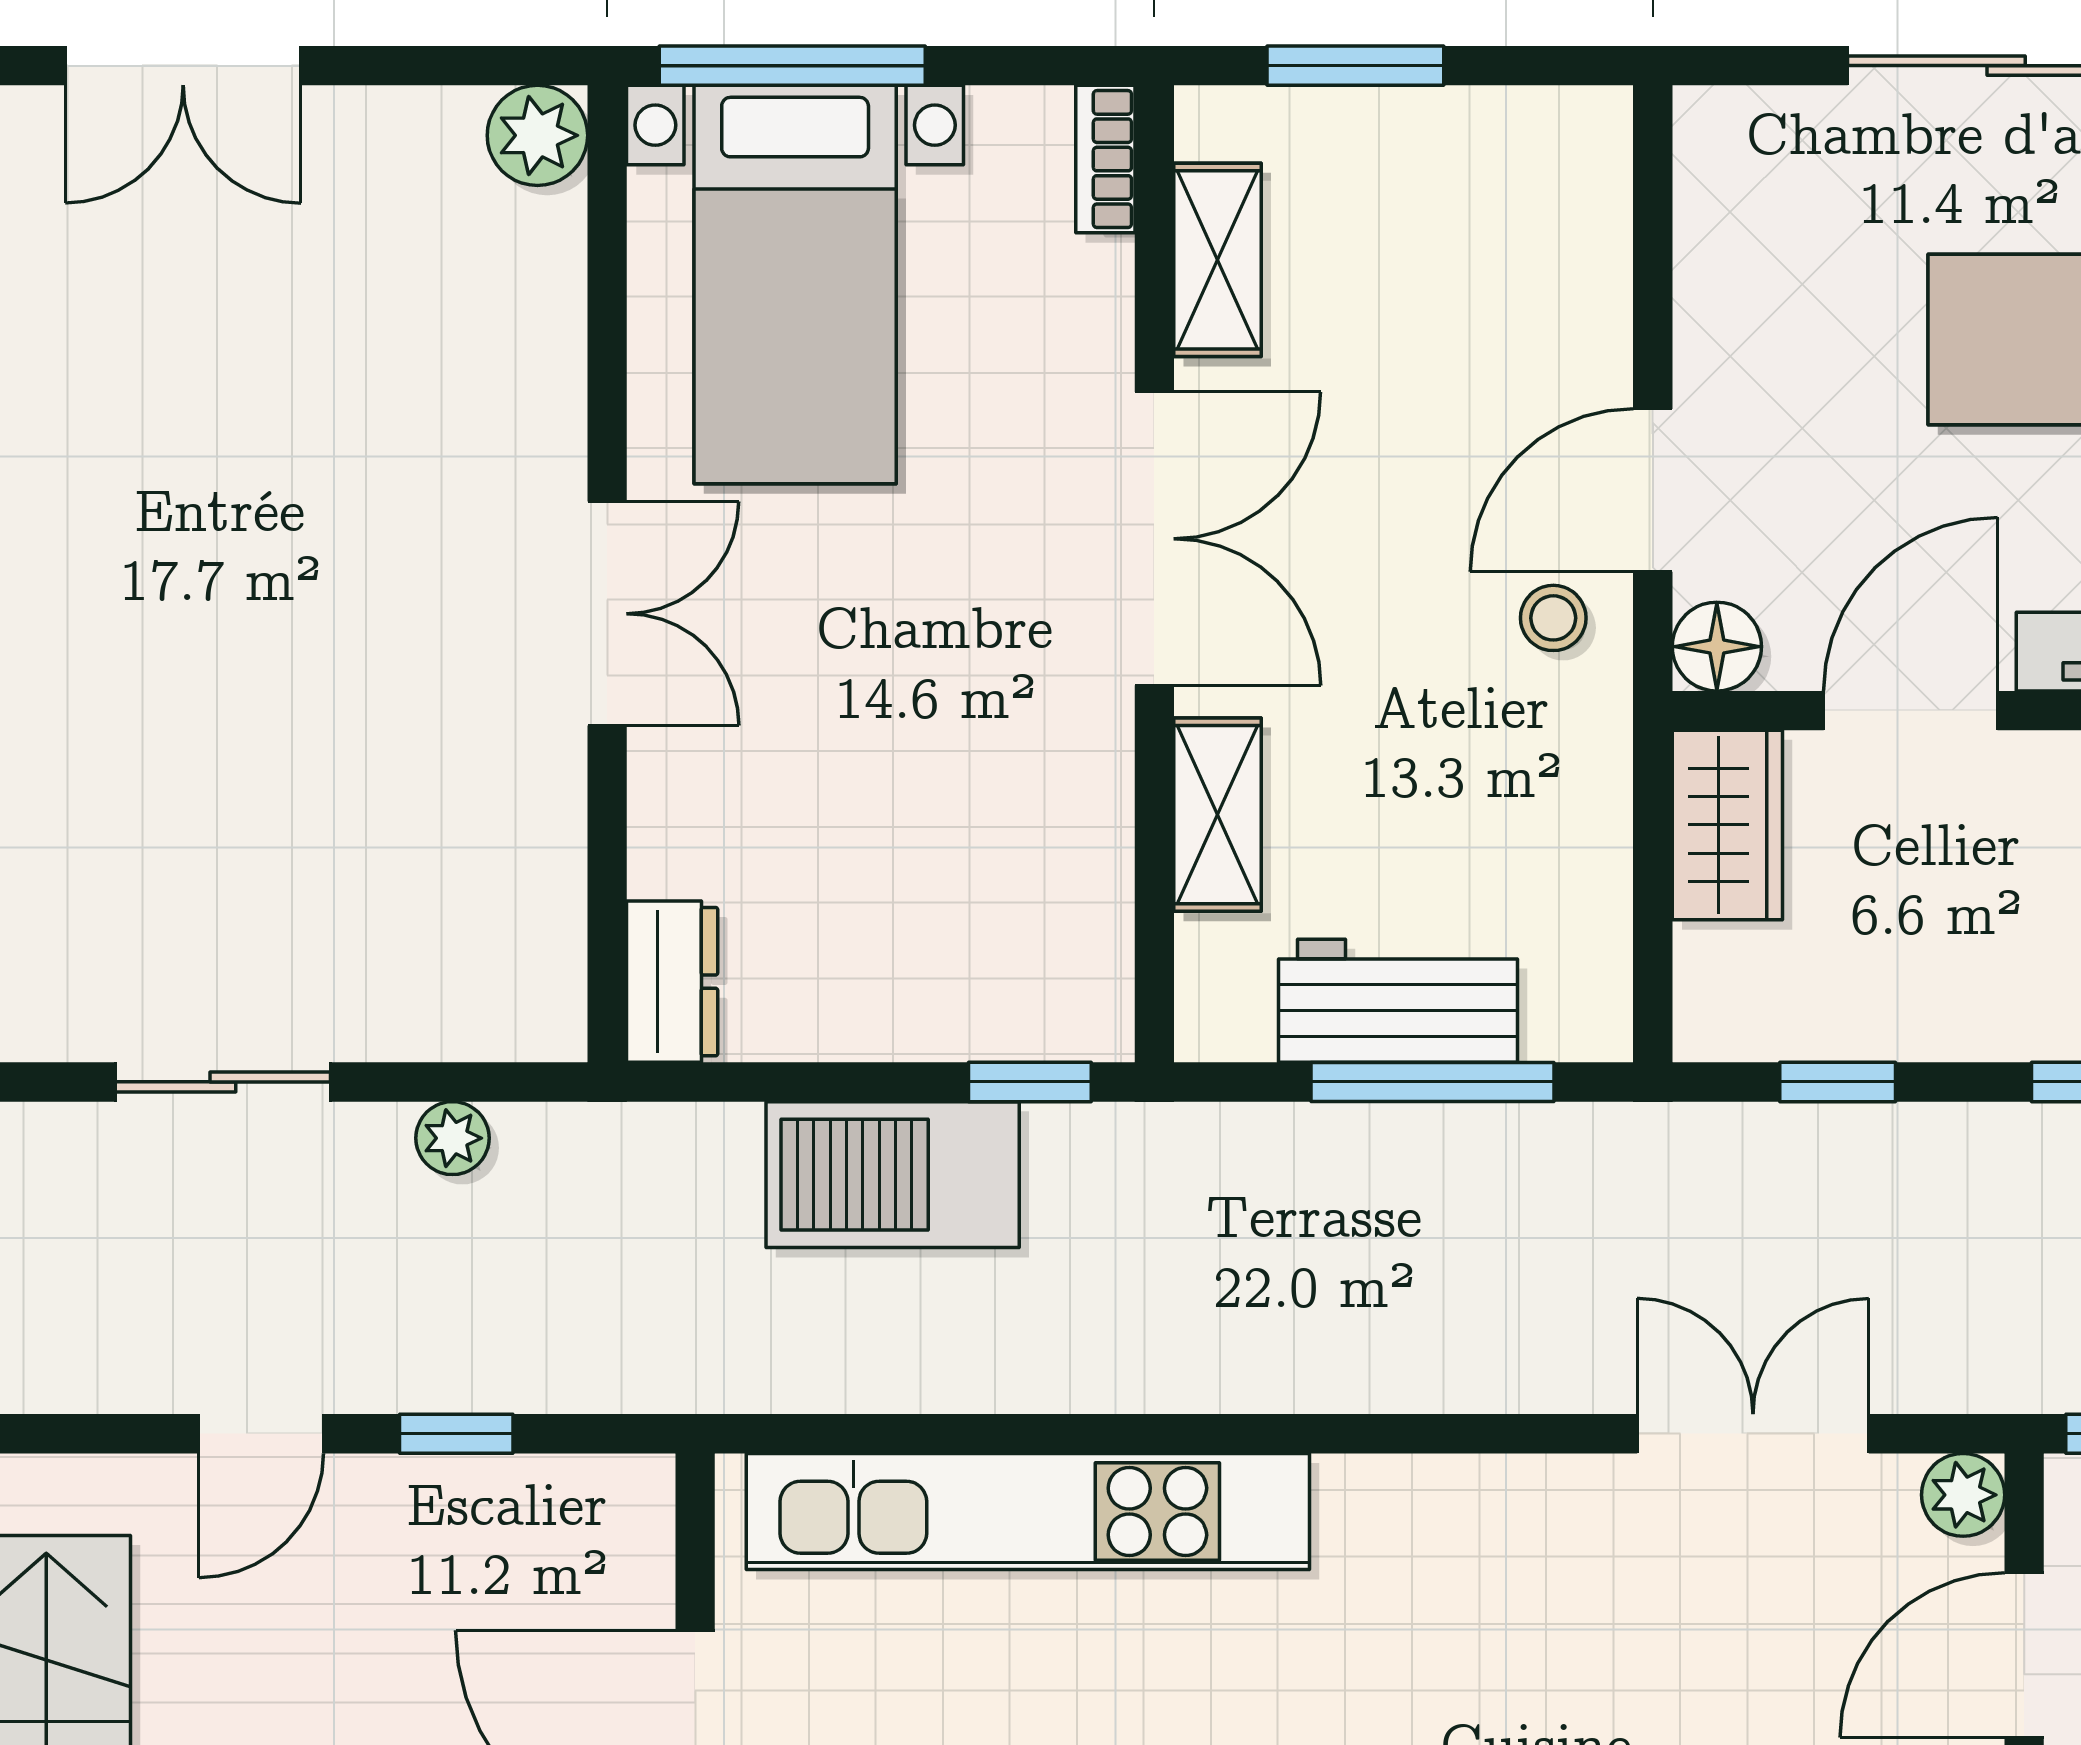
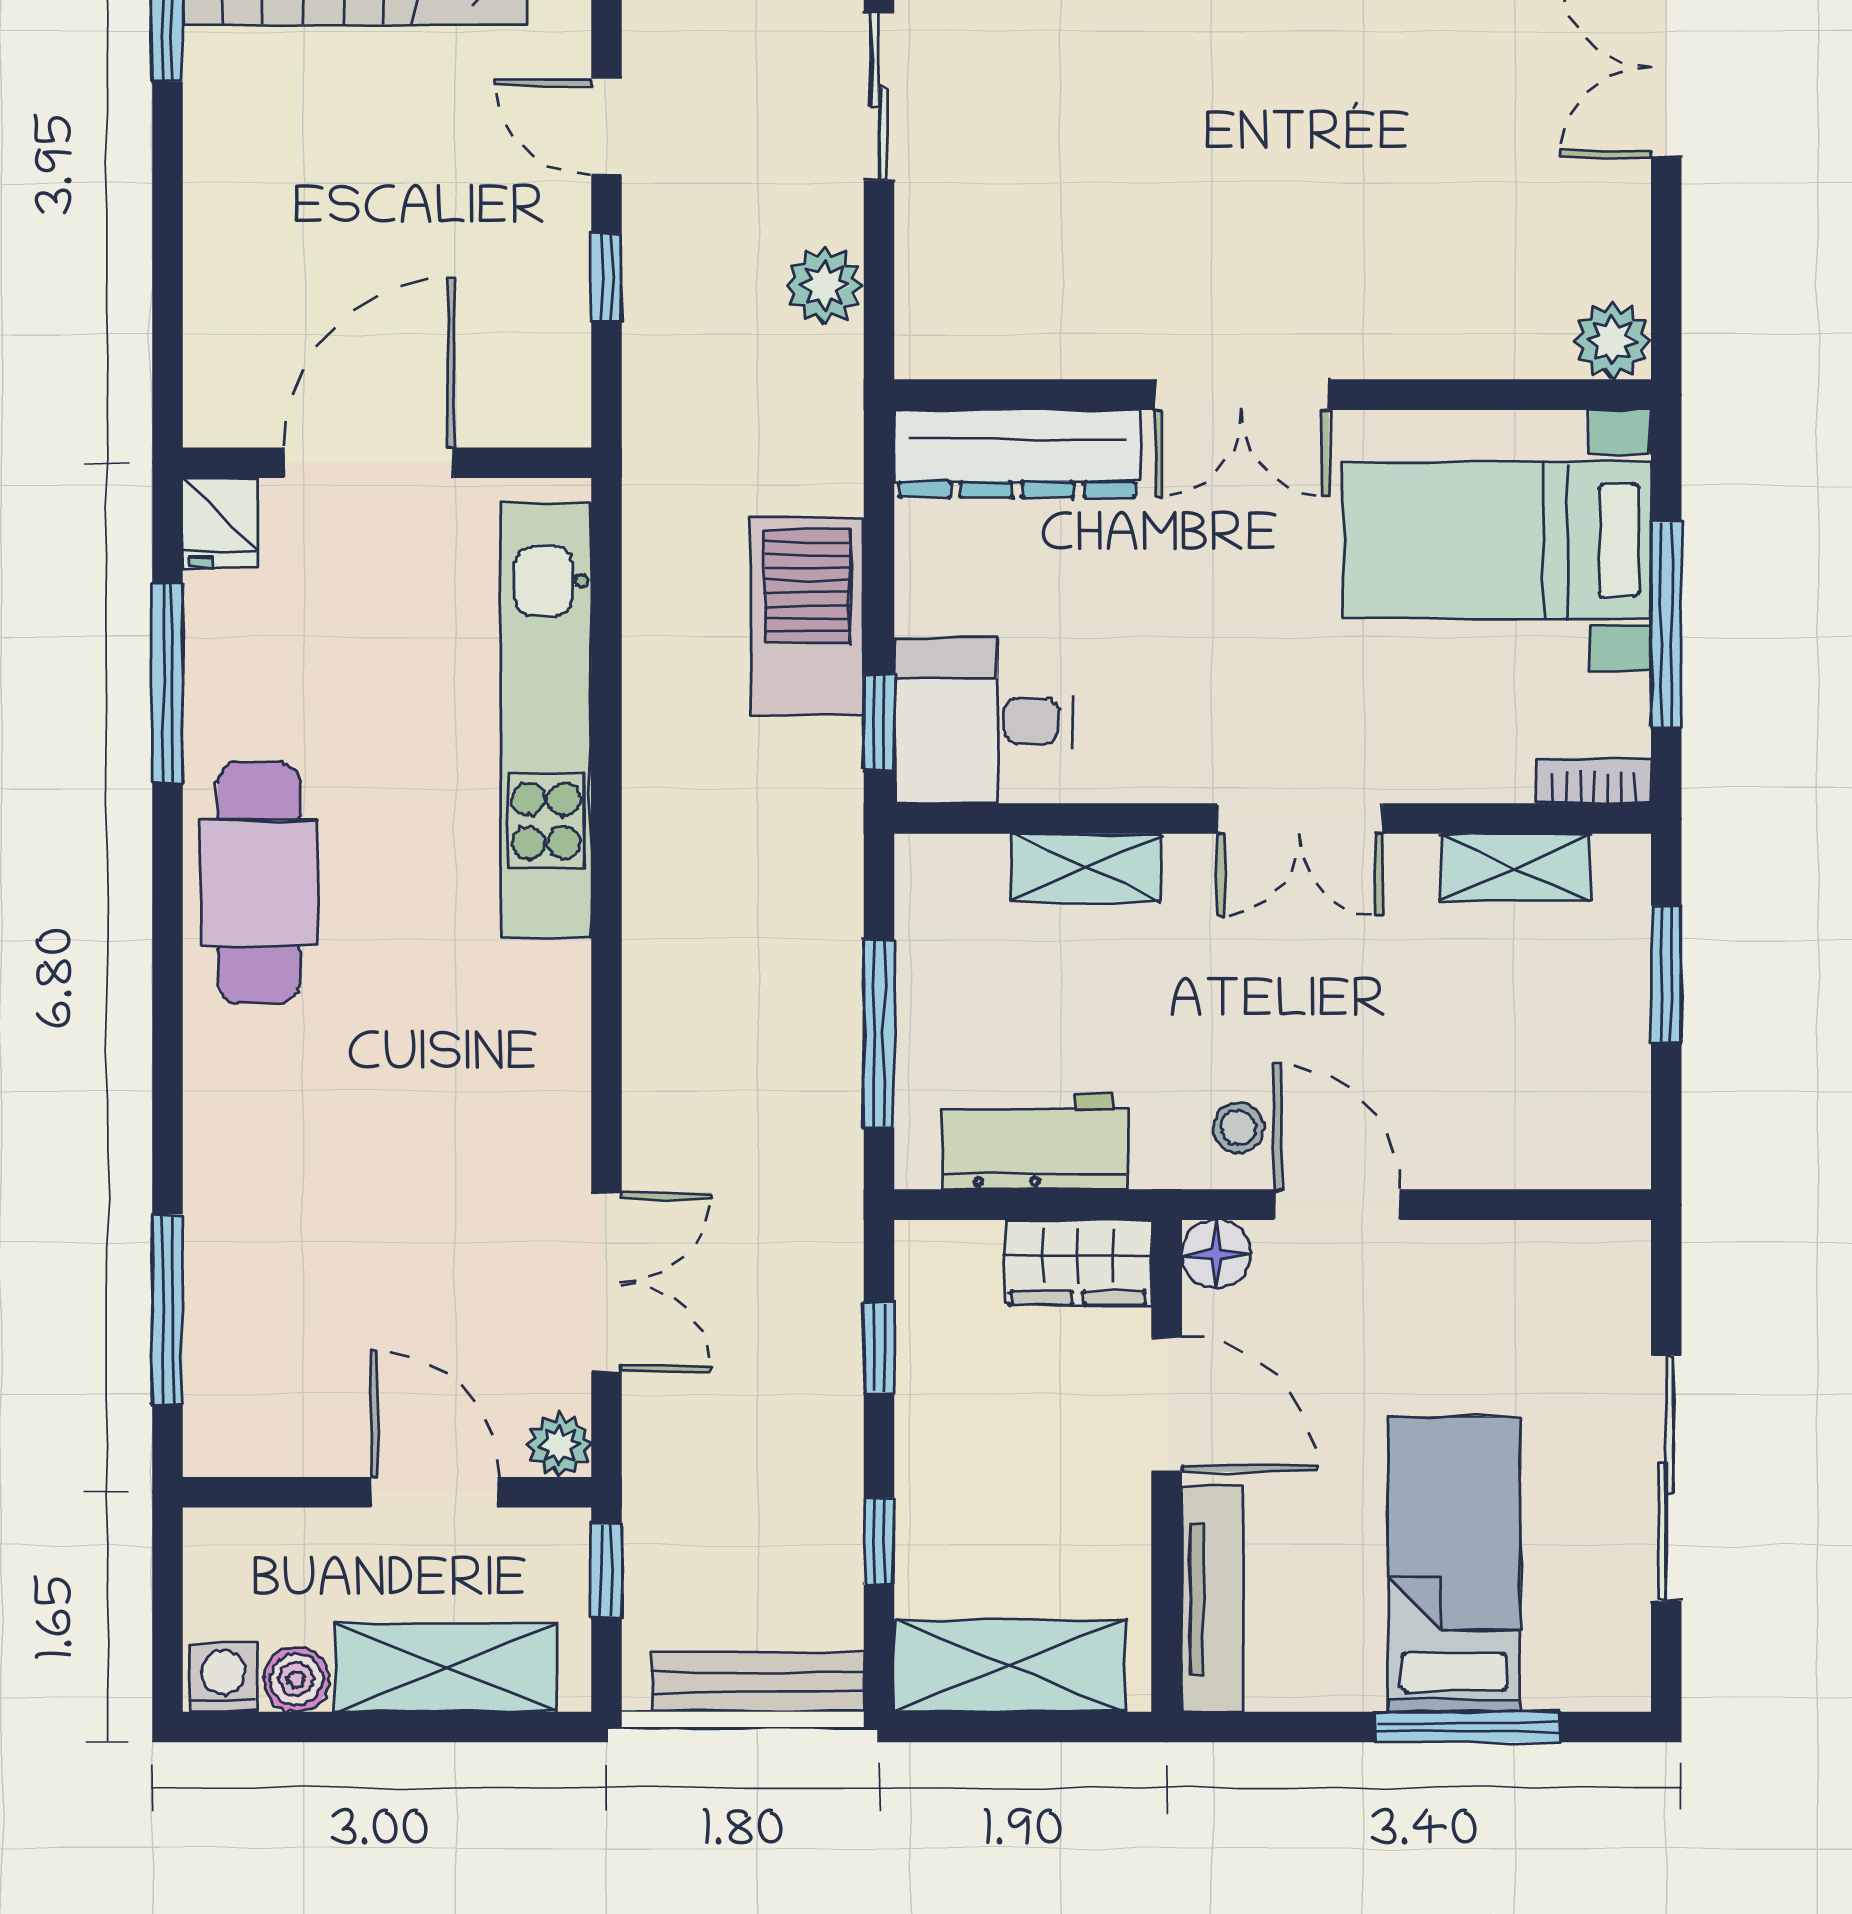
window: (792, 66) -> (1666, 624), moved
double door: (1154, 539) -> (1300, 819), width x0.73
desk: (1028, 948) -> (983, 721), added
dresser: (672, 982) -> (1017, 454), width x1.96, depth x1.24
workbench: (1398, 1001) -> (1035, 1142), moved, turned -90
plant: (452, 1138) -> (825, 285), width x1.38, depth x1.38

